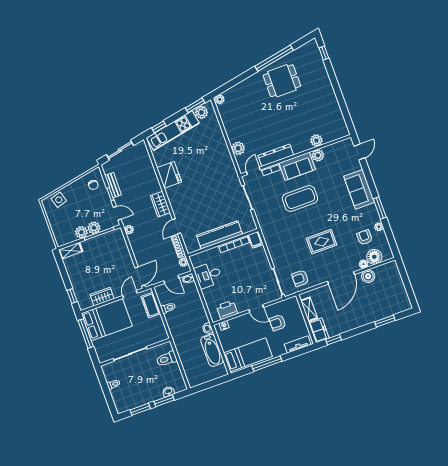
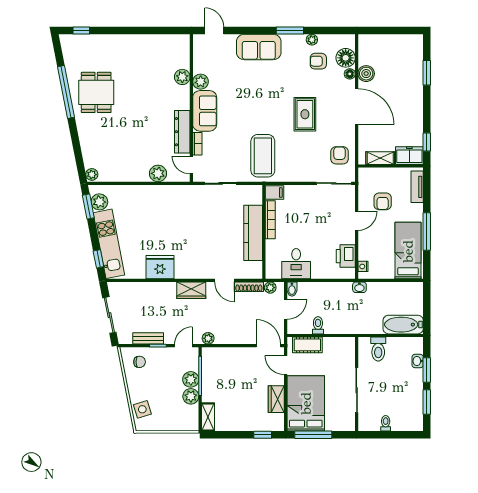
coffee table: (300, 199) -> (263, 156), moved
armchair: (300, 278) -> (339, 155), turned 180
bathtub: (212, 350) -> (403, 325), moved, turned 180

